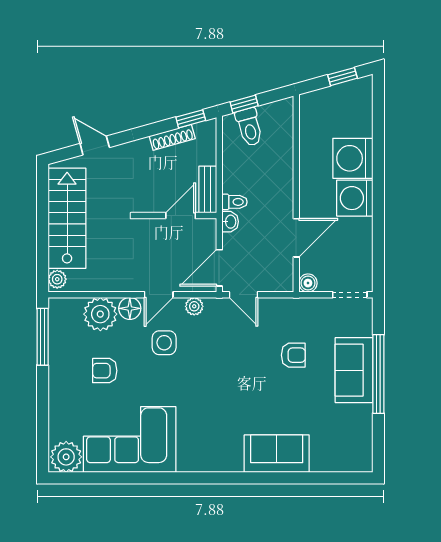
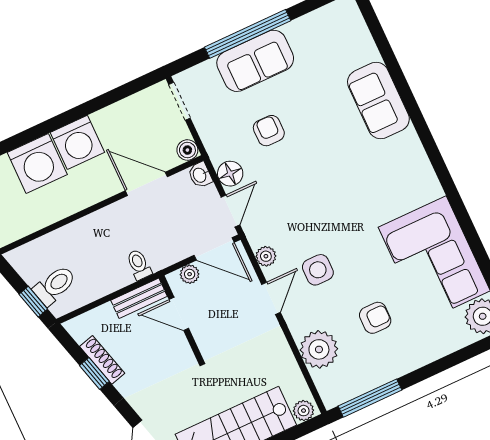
window: (191, 119) -> (94, 373), moved
washbasin: (230, 222) -> (200, 175), moved, turned -90
plant: (208, 239) -> (190, 274), added
door: (159, 295) -> (271, 298), hinge flipped
floor lamp: (130, 308) -> (230, 174), moved
armchair: (105, 371) -> (375, 318), turned -90

